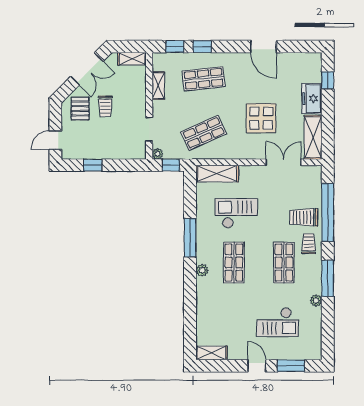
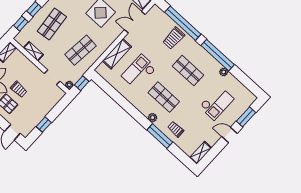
shop shelf: (204, 133) -> (80, 50), turned 30
shelving: (217, 174) -> (117, 54), moved
window: (190, 238) -> (160, 136), moved
trolley: (309, 244) -> (176, 129), moved
window: (328, 278) -> (218, 55), width x1.46

